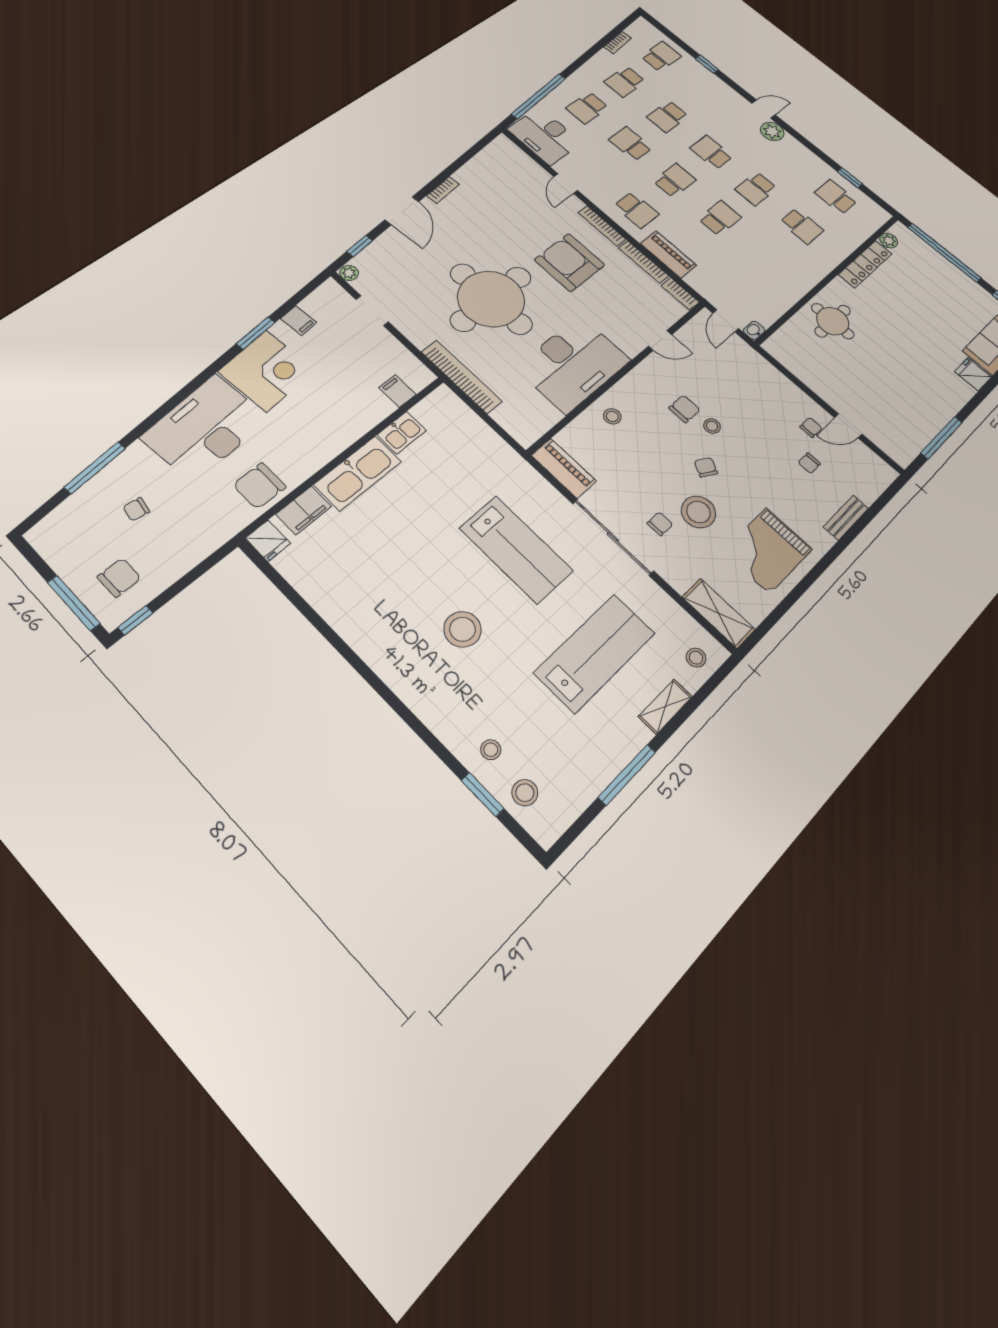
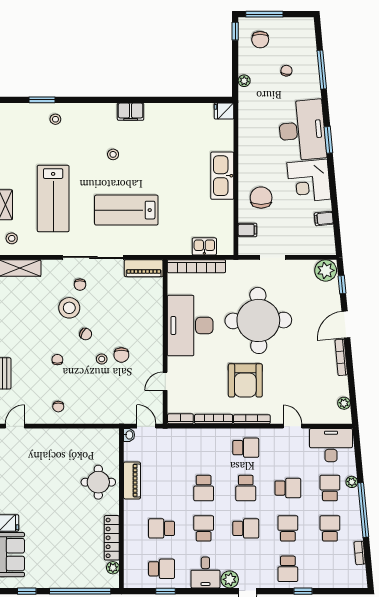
school desk: (661, 56) -> (288, 569), moved
plant: (560, 93) -> (352, 482), added
window: (539, 96) -> (363, 510), moved
plant: (489, 154) -> (344, 403), added
desk: (792, 156) -> (205, 573), added
bookcase: (443, 190) -> (341, 357), width x1.56
school desk: (636, 210) -> (246, 448), turned 180
door: (402, 211) -> (346, 325), hinge flipped
piano: (668, 254) -> (132, 480), moved, turned -90
armchair: (570, 262) -> (245, 380), turned 90
plant: (349, 273) -> (326, 270), width x1.87, depth x1.87
doorway: (372, 311) -> (273, 257), moved
window: (256, 333) -> (328, 140), moved
bookcase: (462, 377) -> (196, 266), moved
stool: (612, 416) -> (148, 317), removed
door: (848, 426) -> (15, 426), moved
kitchen sink: (402, 433) -> (204, 246), moved, turned 90
chair: (809, 463) -> (57, 360), moved
chair: (259, 486) -> (261, 198), moved
filing cabinet: (304, 510) -> (131, 112), moved, turned -90
plant: (200, 550) -> (244, 81), added
grand piano: (768, 550) -> (25, 320), removed
stool: (463, 629) -> (113, 154), width x0.53, depth x0.53
stool: (525, 793) -> (27, 116), removed

